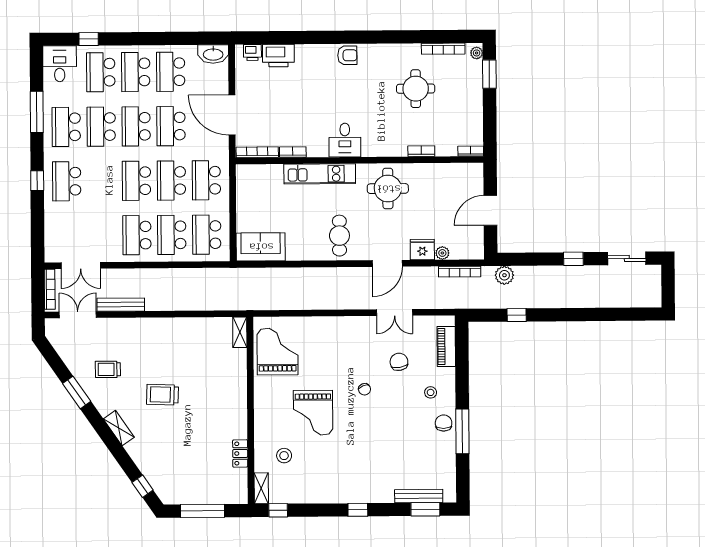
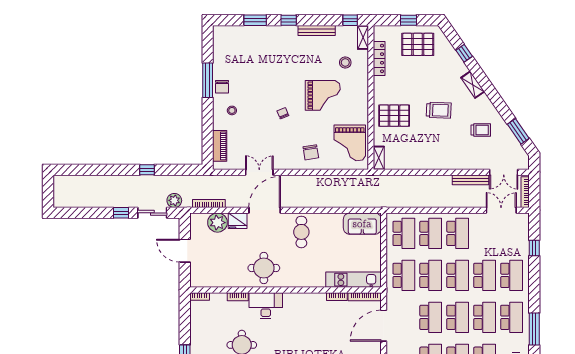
door: (232, 115) -> (384, 326), swing flipped
desk: (345, 140) -> (266, 306), moved, width x1.37
kitchen unit: (320, 174) -> (354, 280), moved
window: (37, 181) -> (534, 248), moved
school desk: (102, 181) -> (485, 275), added
door: (490, 210) -> (185, 251), swing flipped
plant: (442, 253) -> (218, 223), width x1.88, depth x1.88
sliding door: (627, 258) -> (152, 213), moved
door: (387, 263) -> (265, 210), width x1.36
window: (517, 315) -> (147, 170), moved
chair: (399, 362) -> (311, 152), moved
pallet: (220, 387) -> (394, 116), added
window: (77, 392) -> (518, 131), moved
grand piano: (313, 413) -> (323, 95), turned 90
locker: (240, 453) -> (379, 58), width x1.53
pallet: (190, 480) -> (418, 44), added
window: (143, 486) -> (464, 53), moved
bench: (419, 496) -> (317, 31), moved
window: (425, 509) -> (255, 20), moved
window: (202, 511) -> (409, 20), width x0.46

